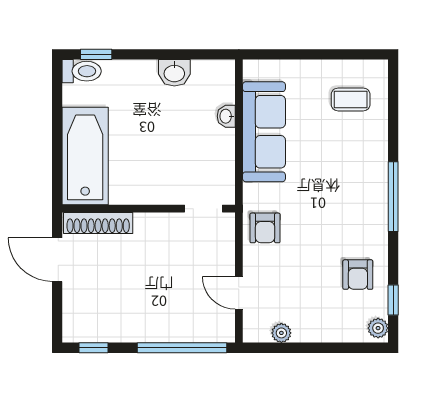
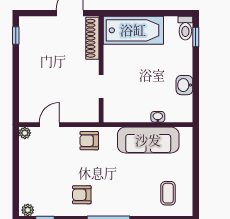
doorway: (204, 209) -> (101, 87), moved
armchair: (358, 275) -> (82, 195), moved
plant: (281, 333) -> (25, 133), moved
window: (182, 348) -> (16, 90), removed

